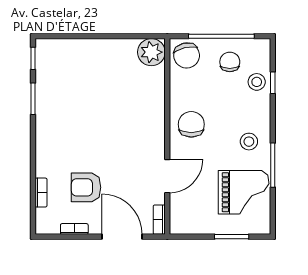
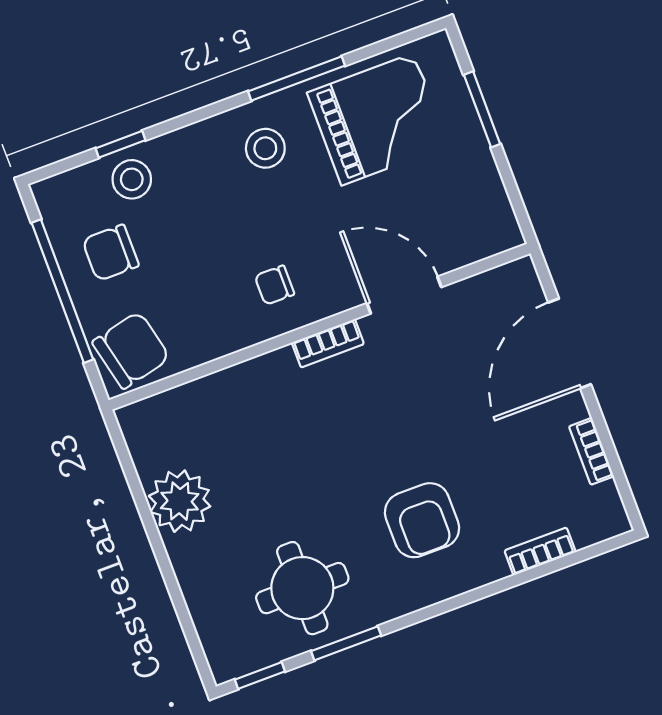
plant: (151, 52) -> (180, 501), moved
round table: (62, 89) -> (302, 588), added
chair: (191, 124) -> (274, 285), width x0.54, depth x0.54
armchair: (86, 187) -> (422, 520), moved
grand piano: (244, 192) -> (378, 119), turned 90
bookcase: (159, 220) -> (328, 343), moved

